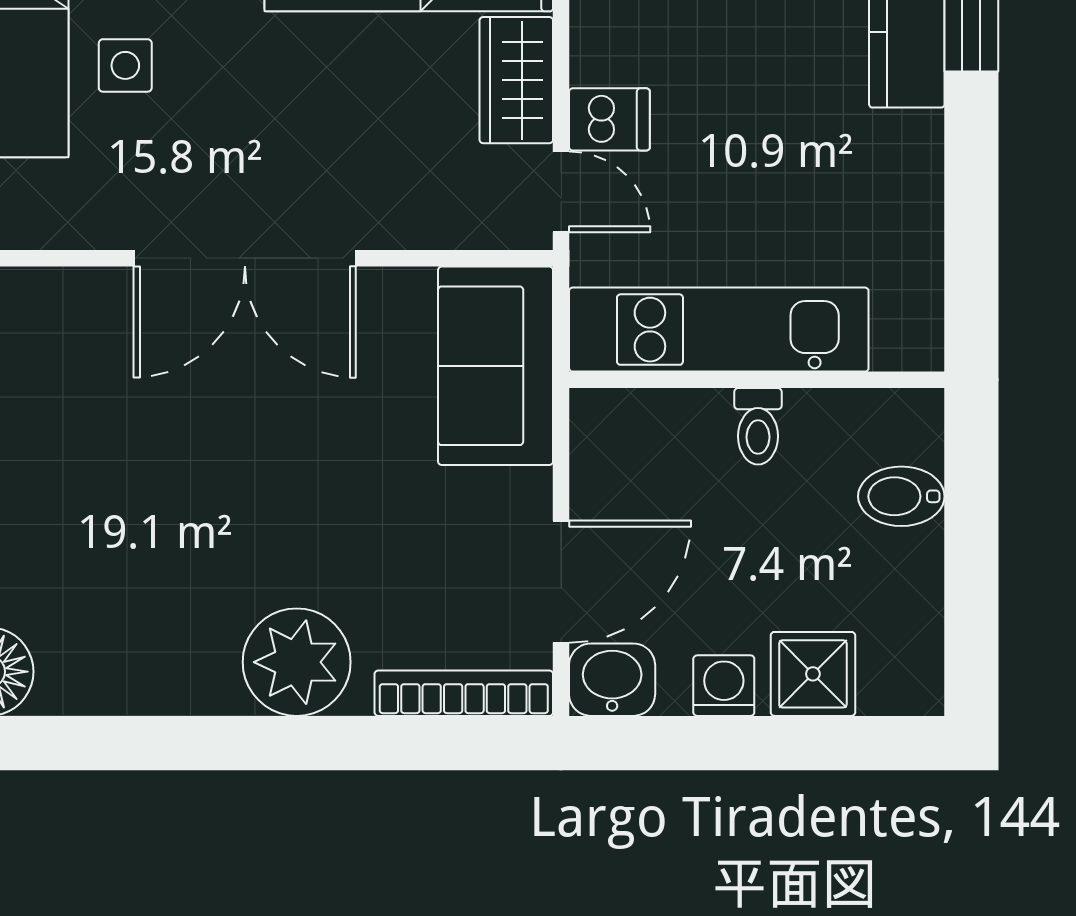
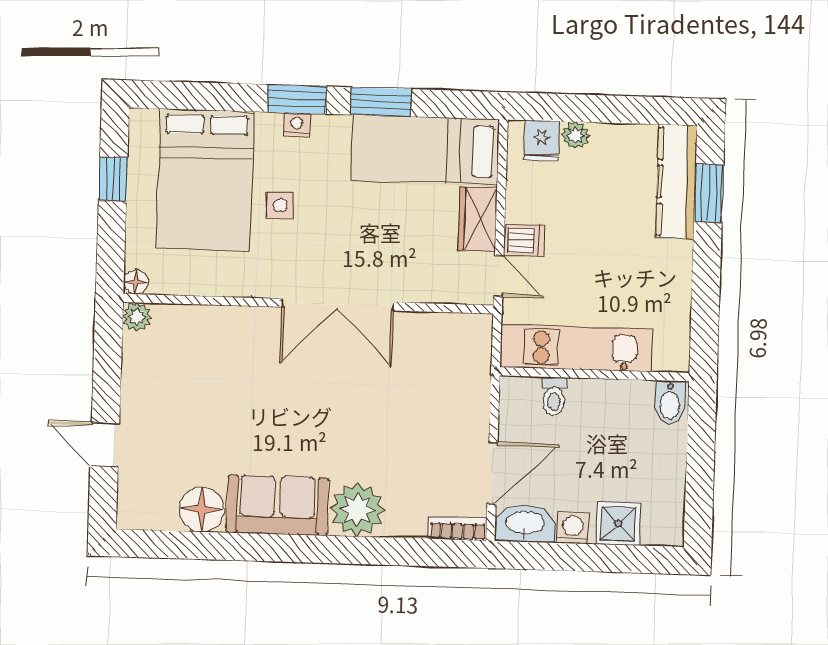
sofa: (496, 366) -> (277, 505), moved, turned 90
toilet: (758, 426) -> (554, 396), moved
bidet: (901, 496) -> (670, 402), moved, turned -90
washbasin: (612, 680) -> (525, 524), width x1.38
bookcase: (464, 693) -> (458, 528), width x0.64

